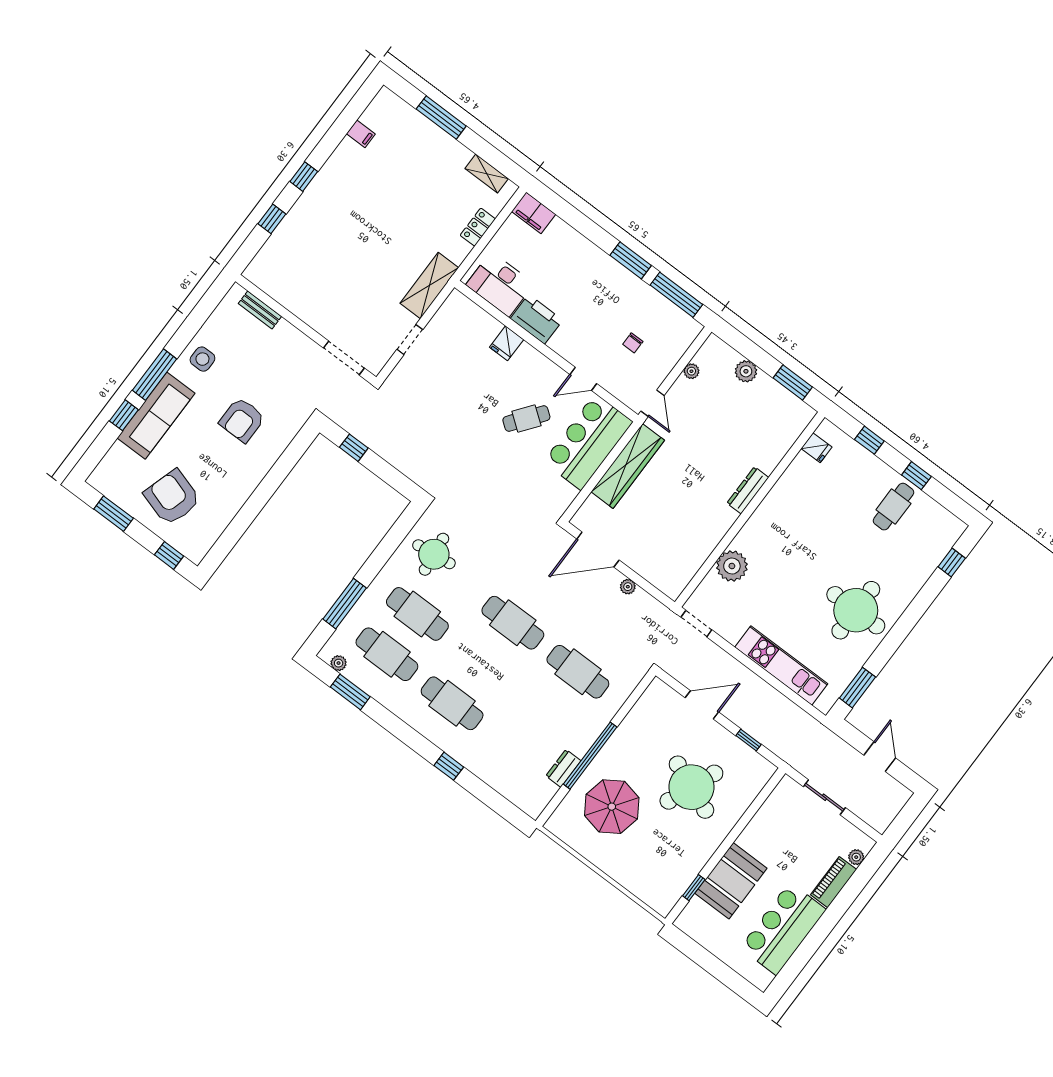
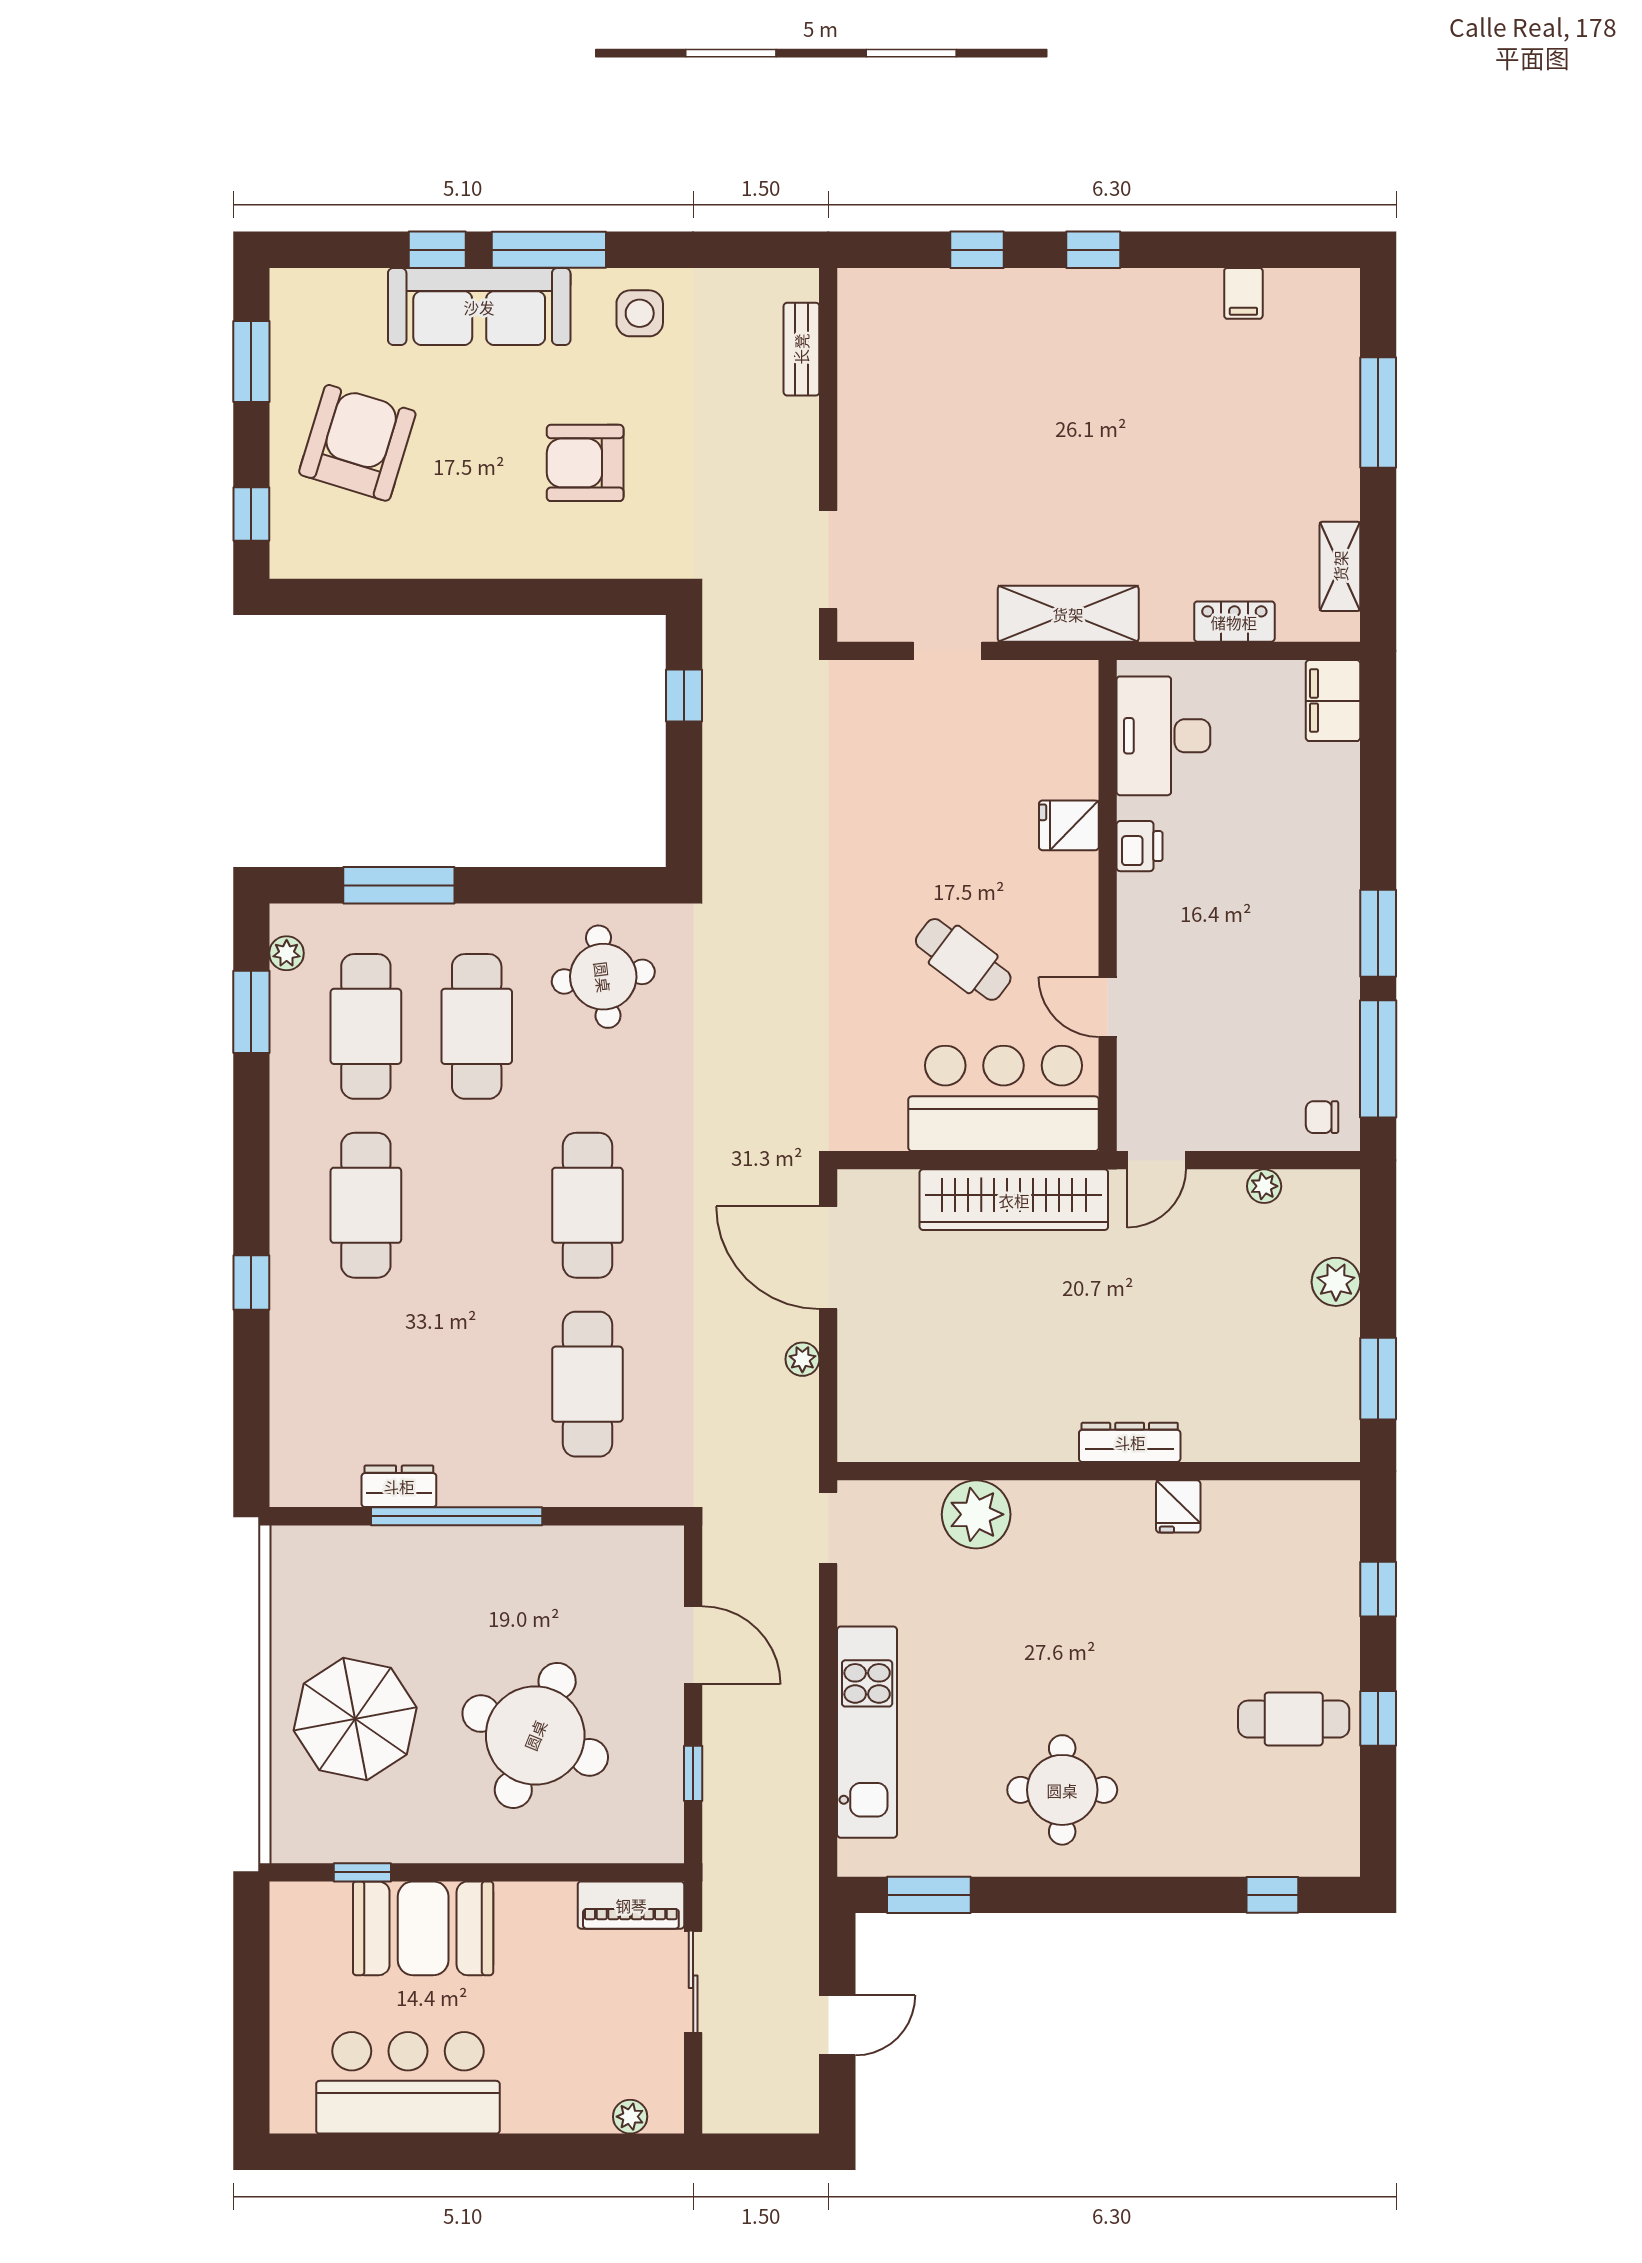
printer: (537, 319) -> (1140, 846), width x0.53, depth x0.68
chair: (633, 343) -> (1322, 1117), moved
fridge: (816, 448) -> (1178, 1506), moved
round table: (856, 610) -> (1062, 1790), width x0.73, depth x0.73
parasol: (612, 807) -> (355, 1719), moved
piano: (834, 882) -> (631, 1905), moved, turned 180

